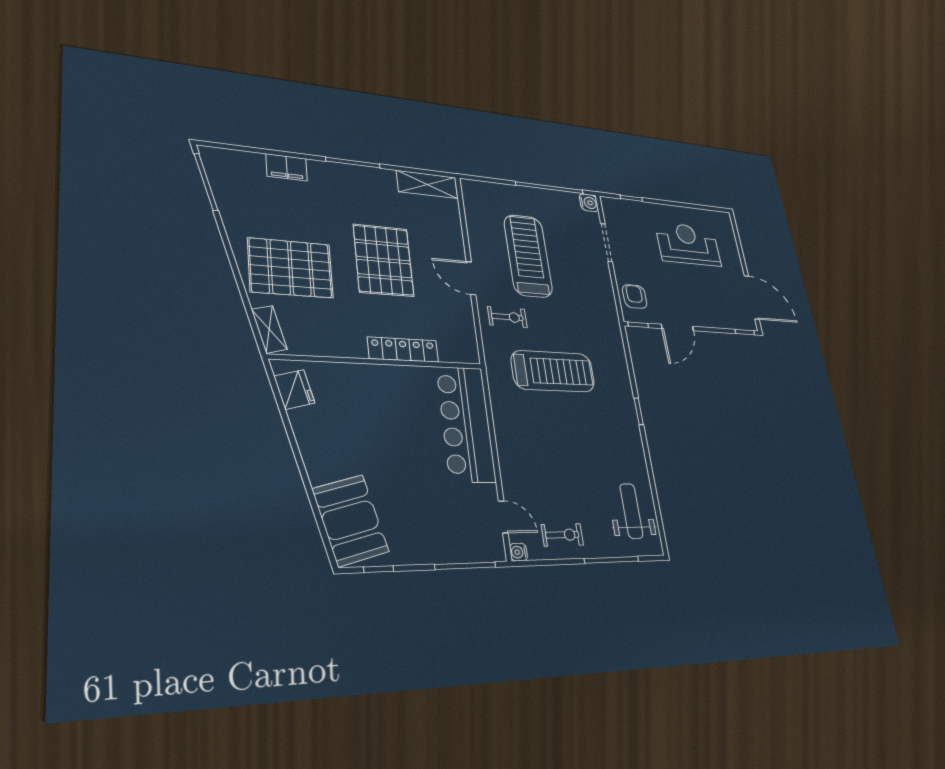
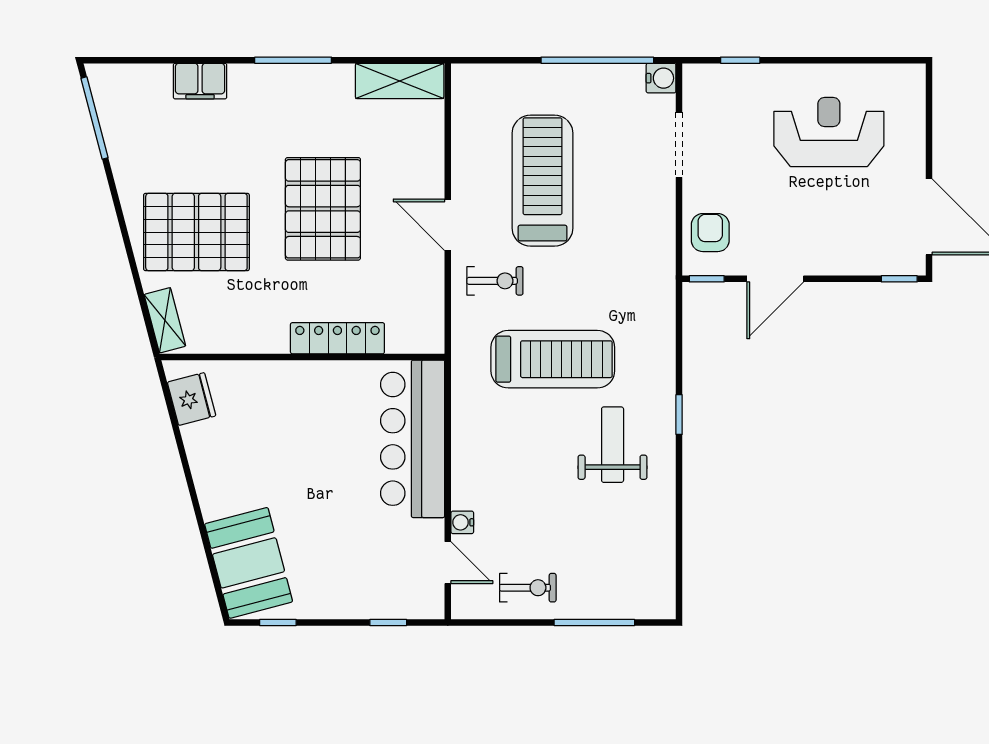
weight bench: (631, 511) -> (613, 445), moved
water cooler: (519, 552) -> (462, 522), moved
window: (465, 566) -> (388, 622), width x0.46

